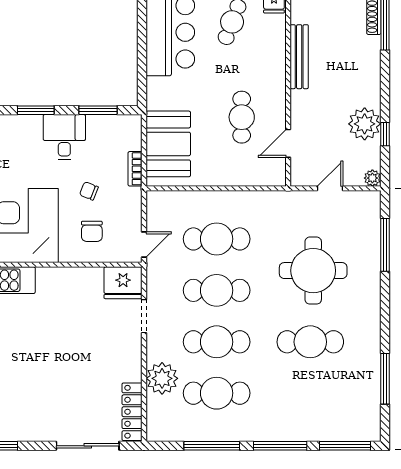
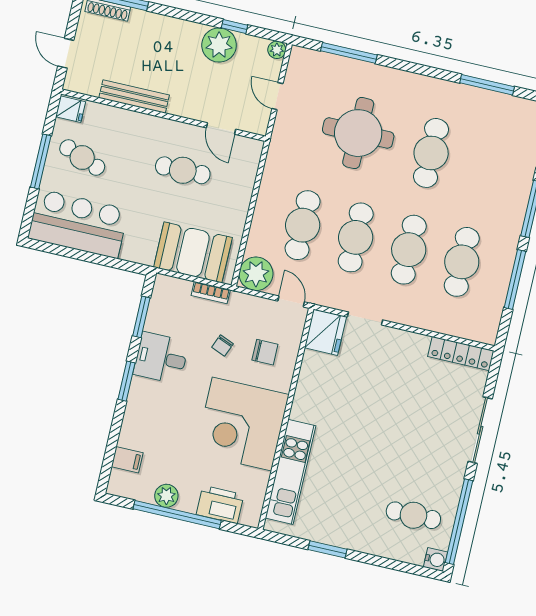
plant: (162, 378) -> (256, 274), moved
sliding door: (88, 446) -> (480, 430), moved

